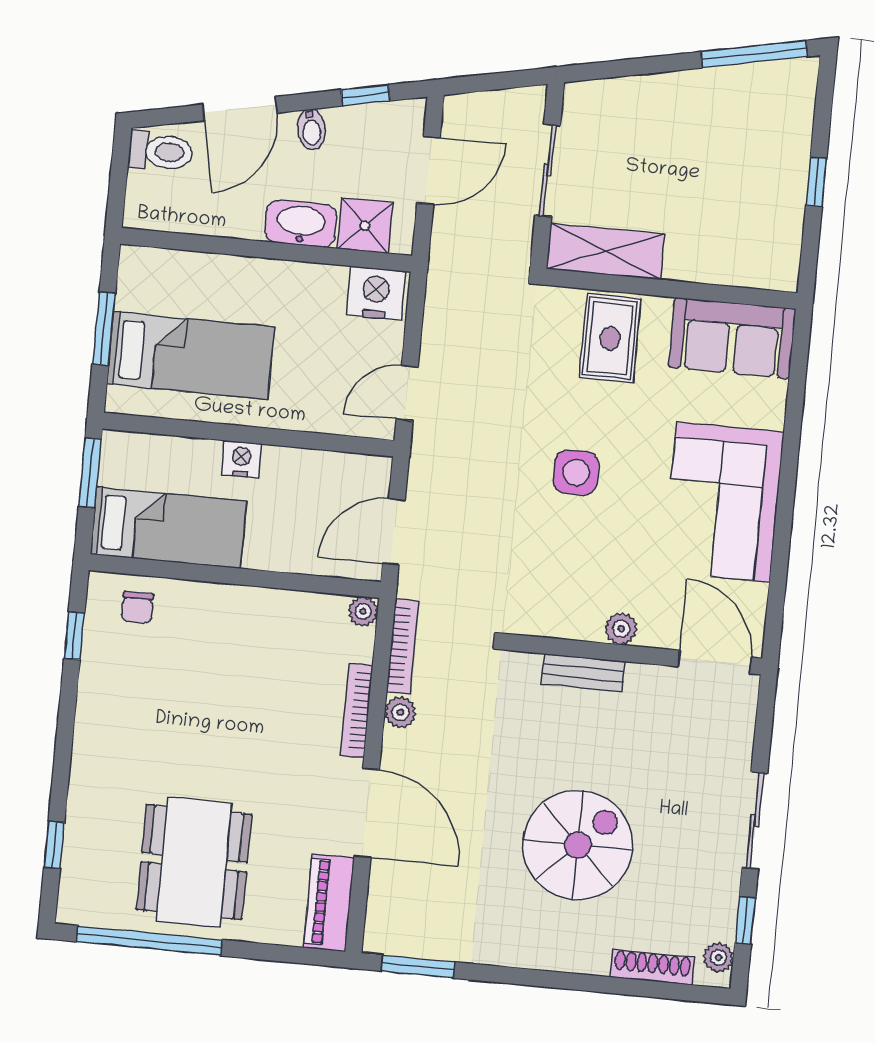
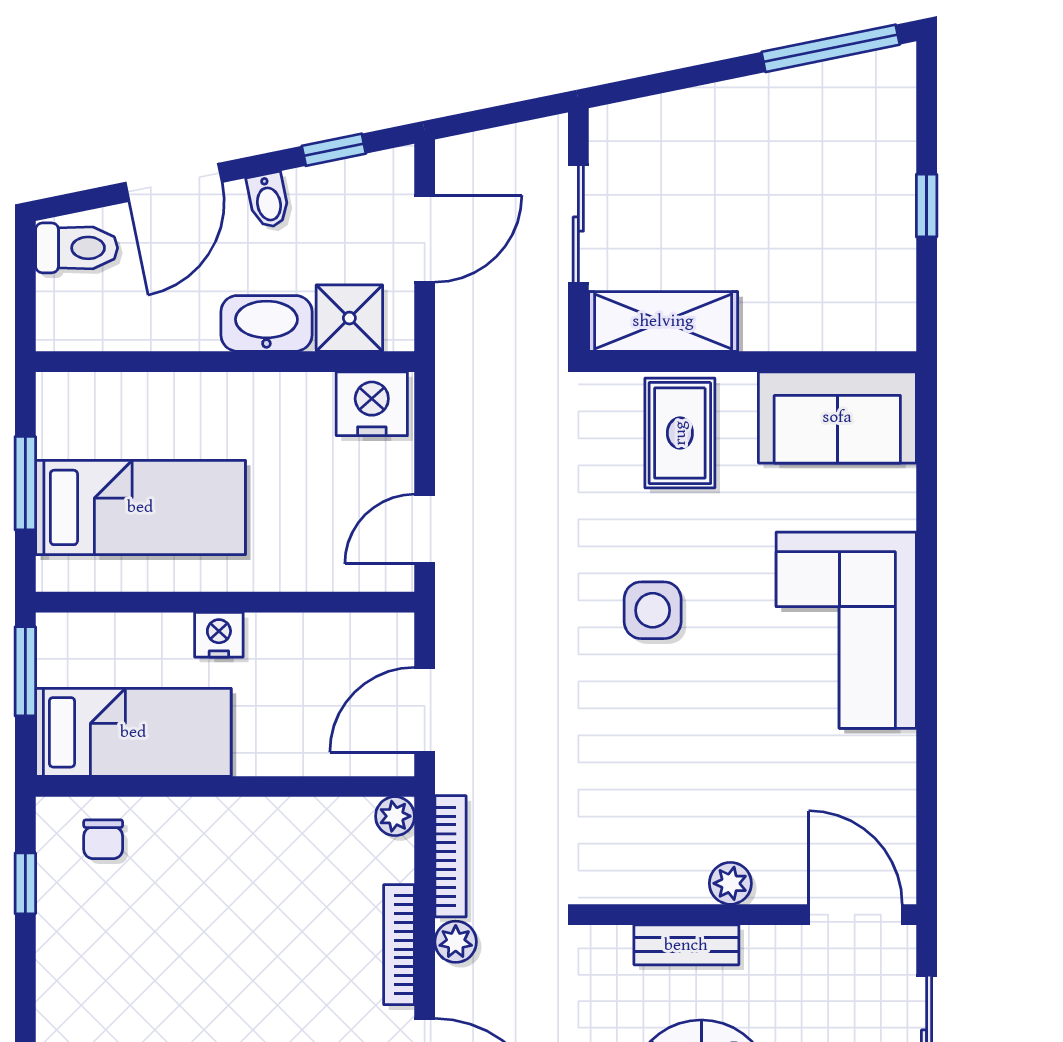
plant: (621, 629) -> (730, 883), moved
wall: (636, 654) -> (752, 915), moved
door: (715, 662) -> (855, 915), moved
bench: (583, 673) -> (686, 945), moved

